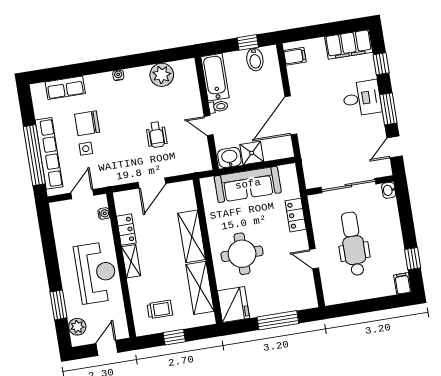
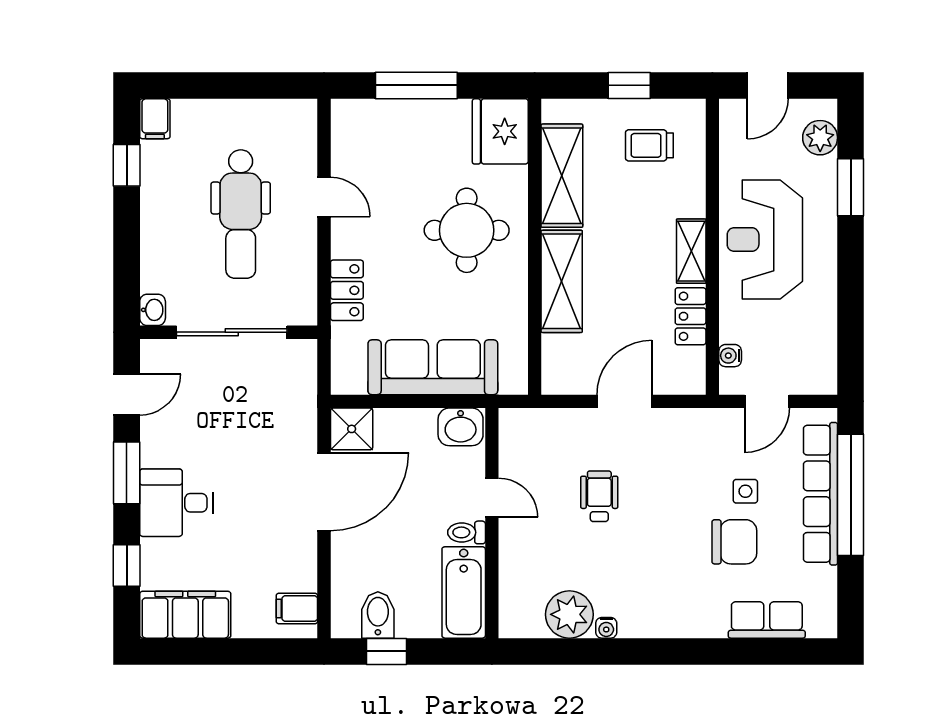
water cooler: (118, 75) -> (606, 628), moved
shower: (252, 153) -> (352, 429), moved

